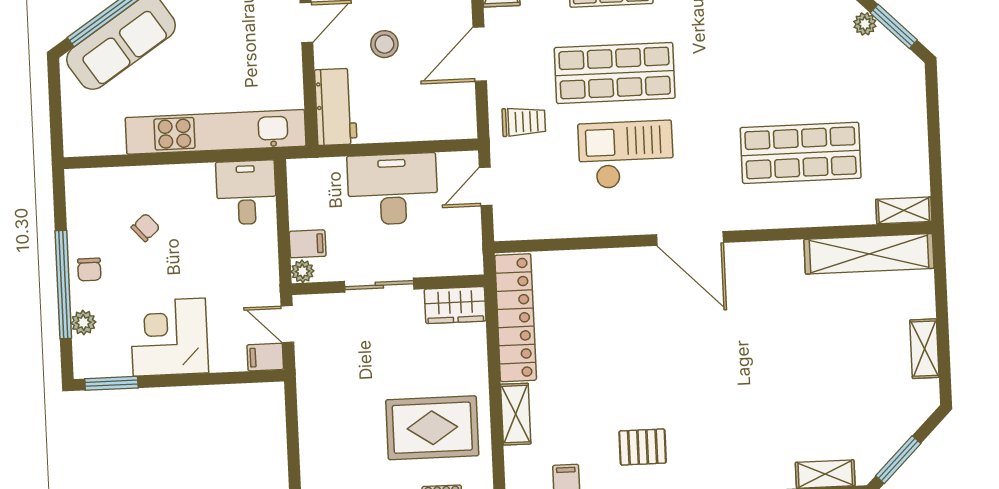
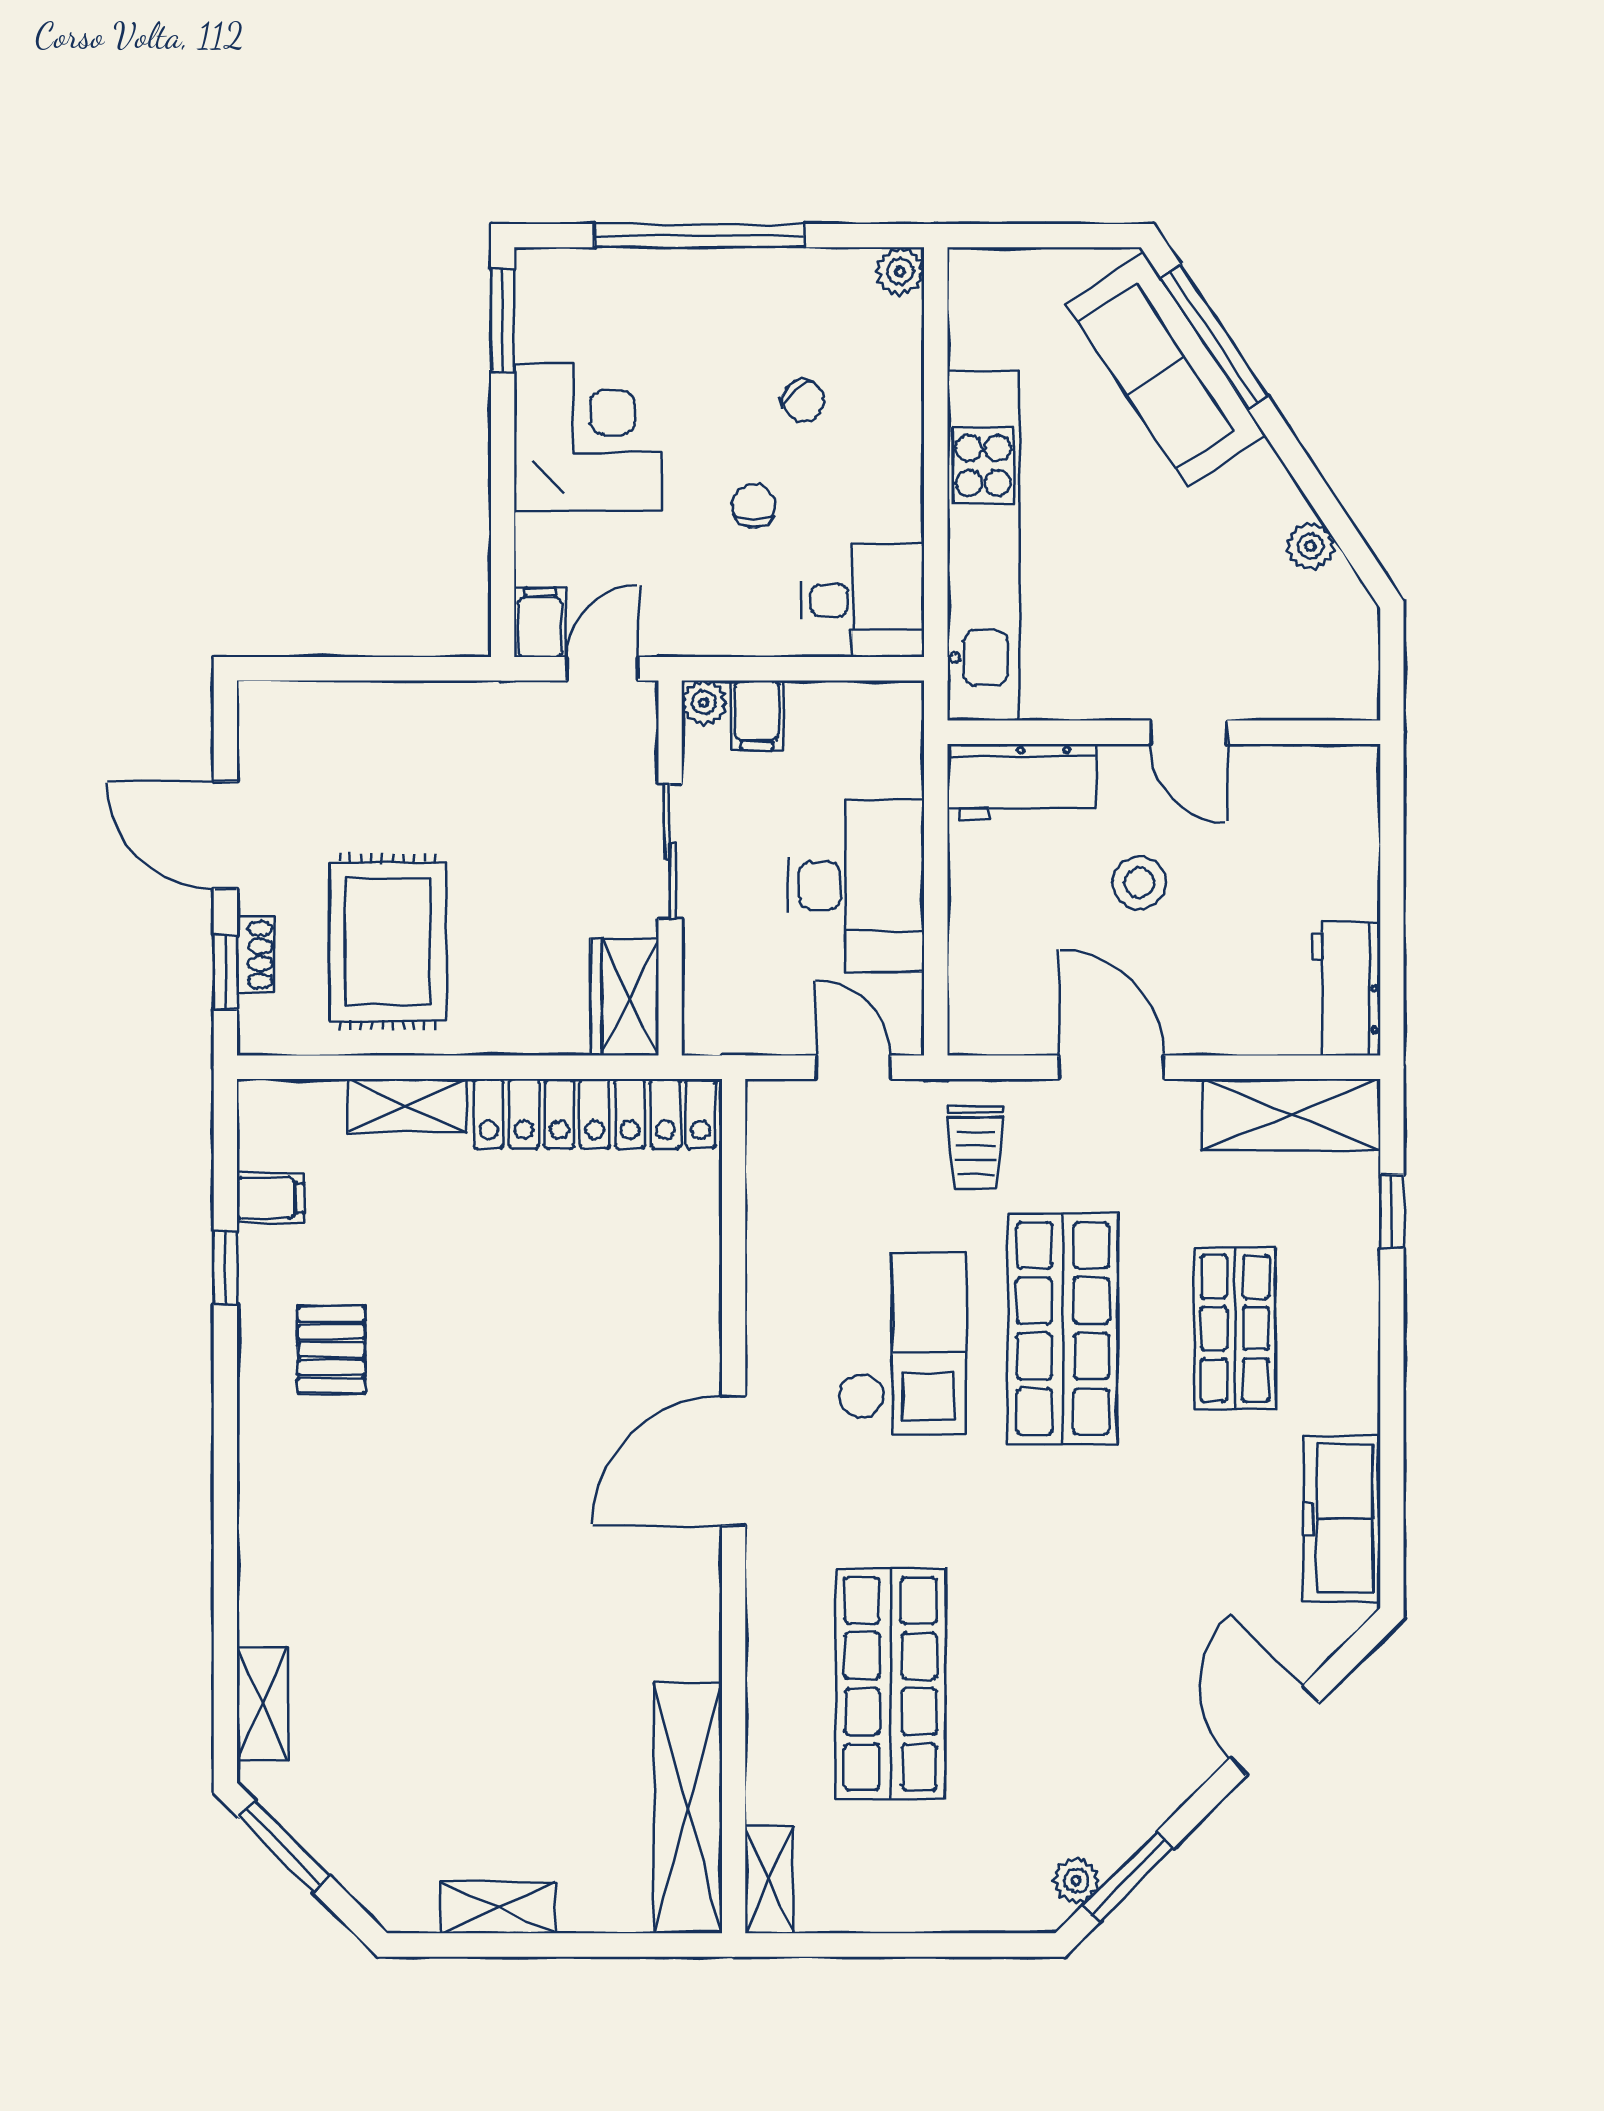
plant: (865, 24) -> (1076, 1881), moved
chair: (89, 269) -> (754, 506), moved, turned 90
plant: (83, 322) -> (900, 271), moved

